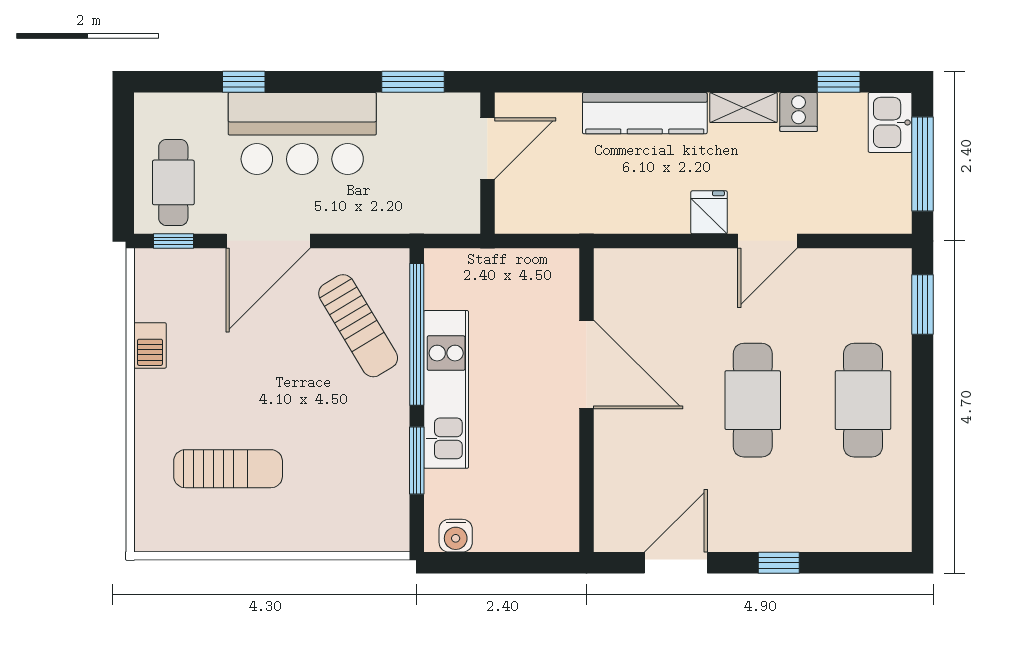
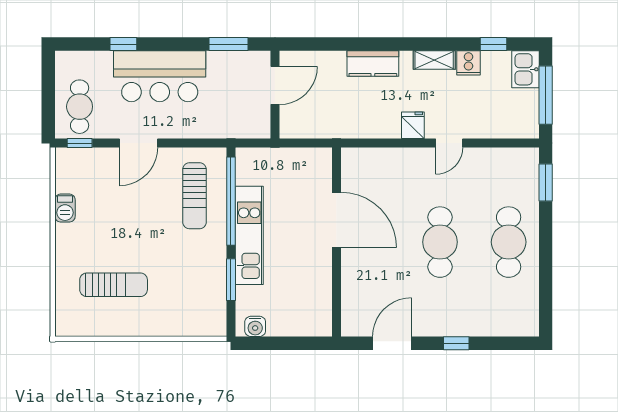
kitchen counter: (645, 113) -> (373, 64), width x0.67
door: (268, 241) -> (138, 143), width x0.73
door: (767, 241) -> (449, 143), width x0.73
sun lounger: (358, 326) -> (195, 196), turned 31

